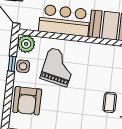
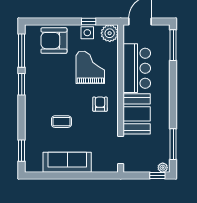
armchair: (96, 62) -> (100, 104), added
grand piano: (58, 67) -> (90, 67), turned -102

